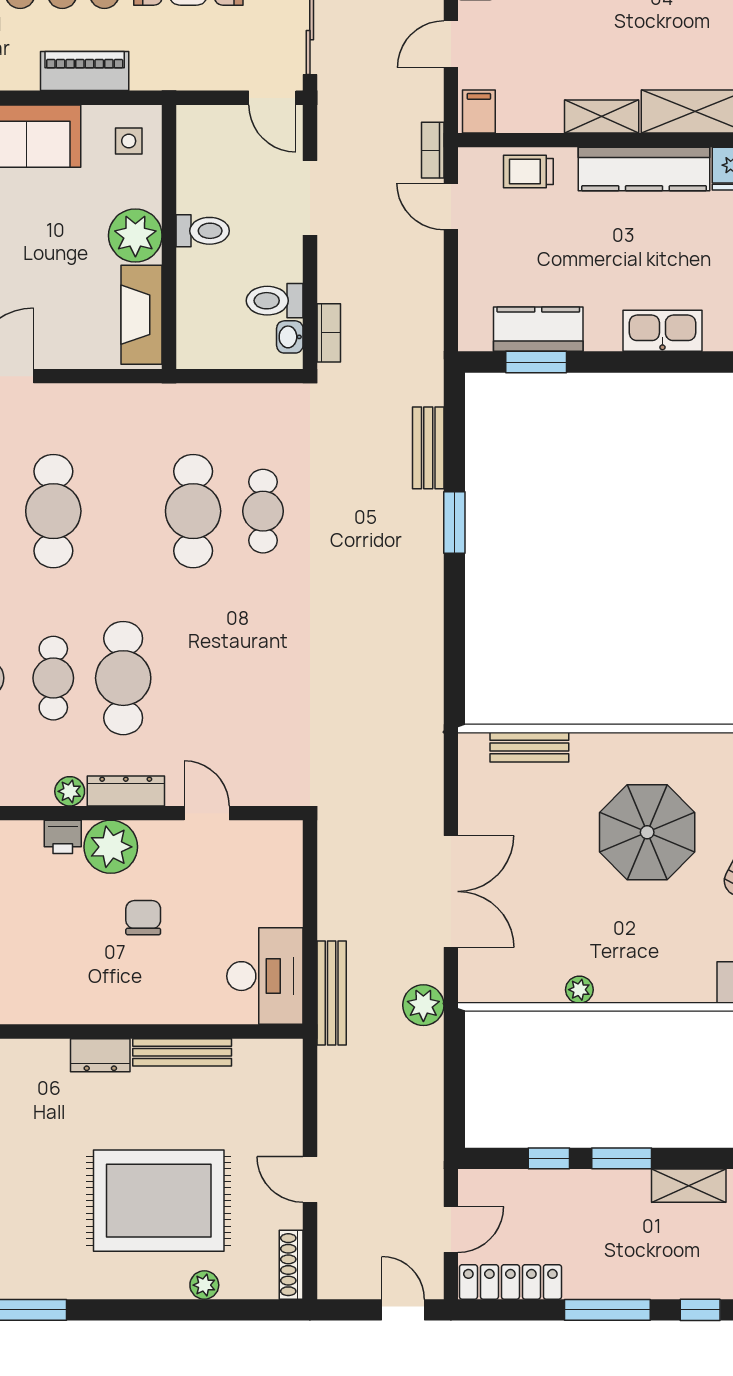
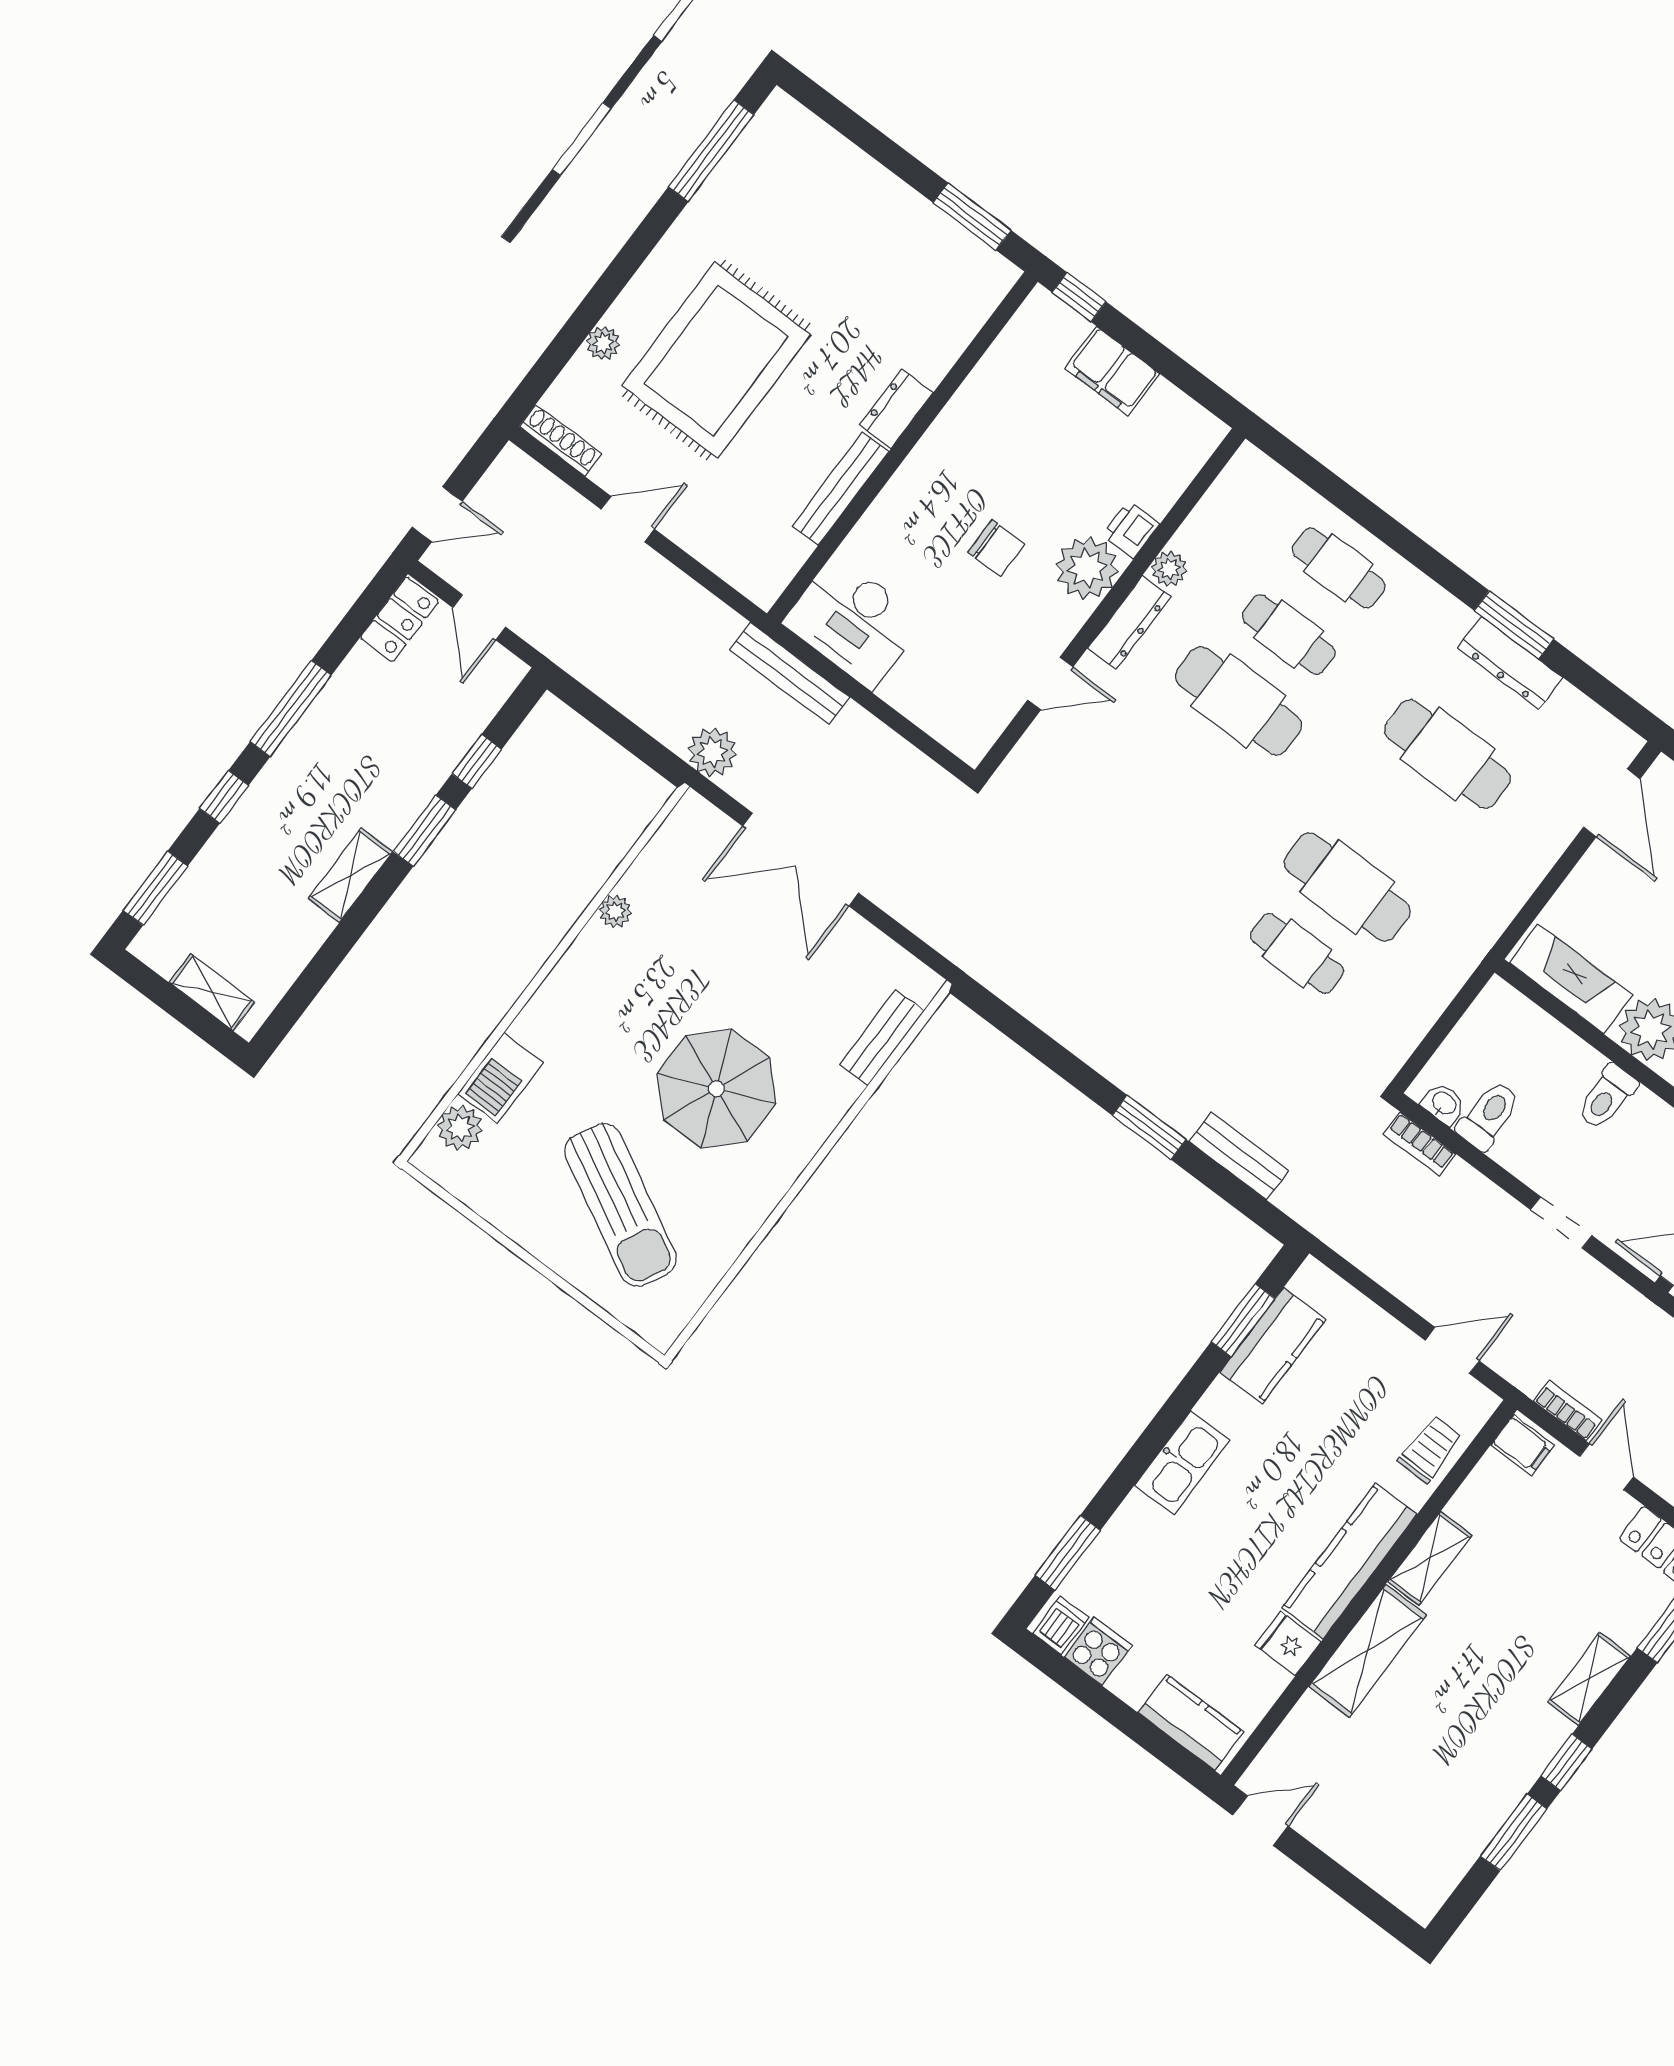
bookcase: (433, 150) -> (1568, 1410), moved
doorway: (310, 198) -> (1561, 1223), width x0.73
locker: (510, 1282) -> (400, 619), width x0.66

